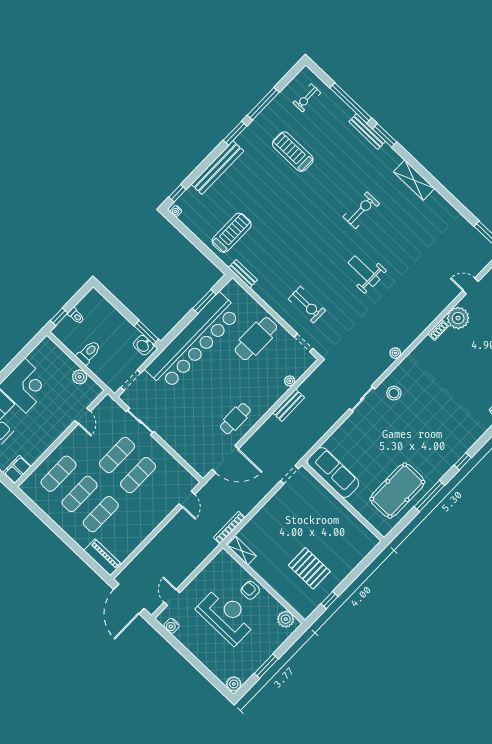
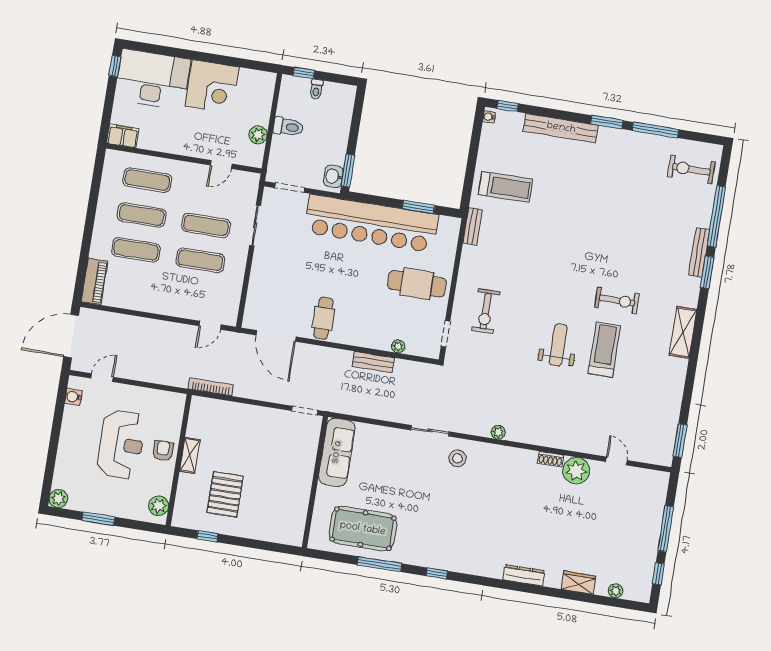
exercise bike: (307, 98) -> (691, 169), width x1.38, depth x1.39
treadmill: (293, 152) -> (604, 350), moved
cafe table: (235, 419) -> (323, 318), turned 90
shelving: (242, 551) -> (190, 455), moved

